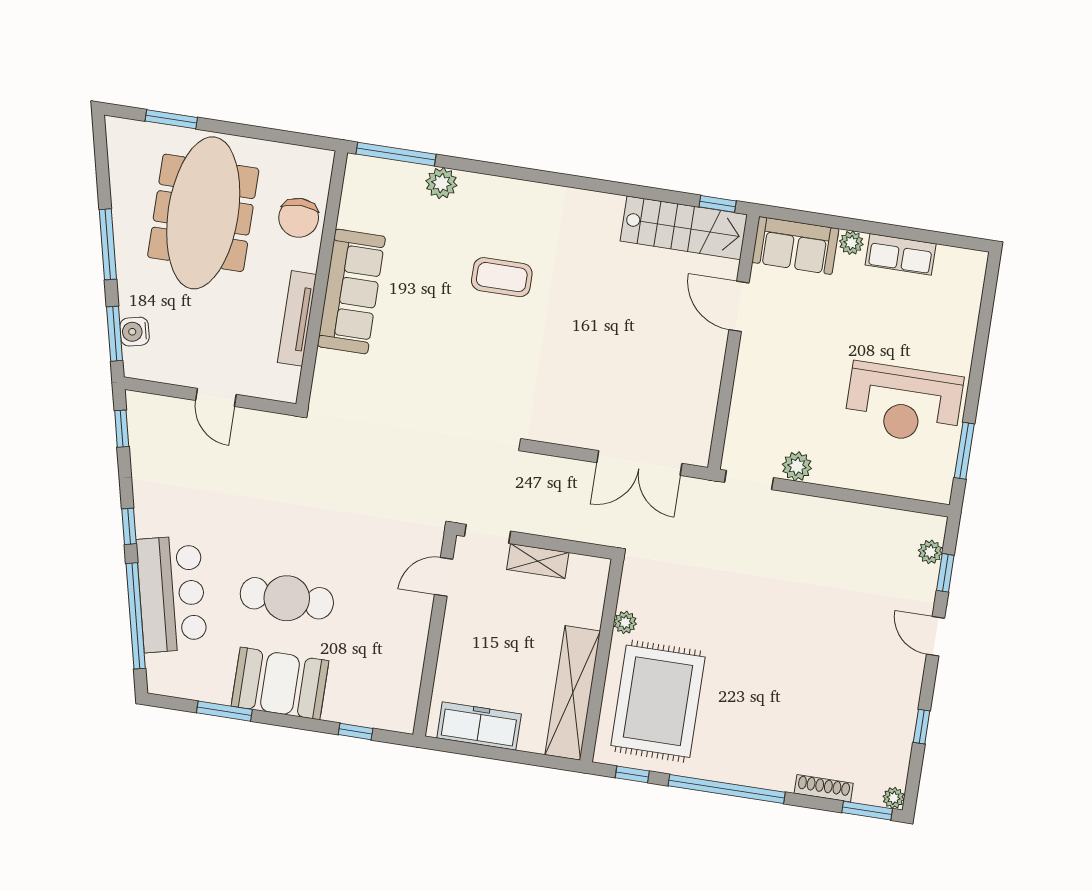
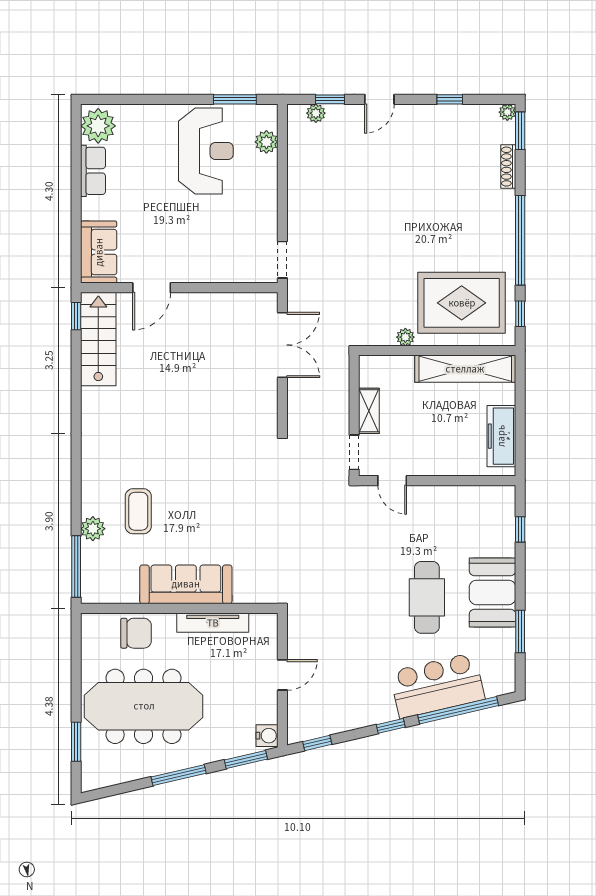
plant: (851, 243) -> (98, 126), moved, width x1.87, depth x1.87
coffee table: (502, 277) -> (138, 511), moved
water cooler: (135, 332) -> (267, 736), moved, turned -77
plant: (797, 466) -> (266, 142), moved

